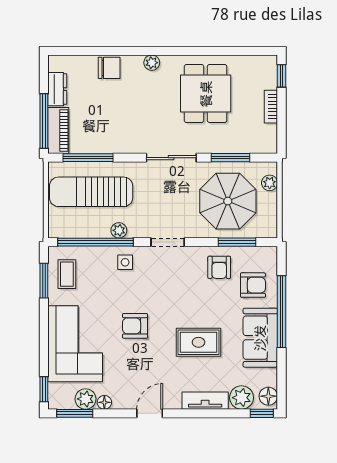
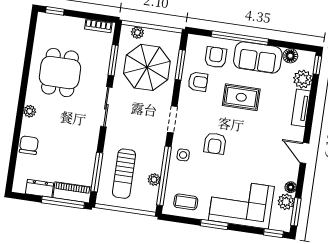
dining table: (206, 94) -> (60, 73), turned 90
bookcase: (271, 107) -> (98, 26), moved
sun lounger: (91, 192) -> (124, 174), width x0.73, depth x0.75
plant: (119, 230) -> (154, 180), moved
window: (44, 281) -> (214, 225), moved
armchair: (135, 326) -> (215, 143), moved
rug: (198, 342) -> (241, 97), moved, turned 90
floor lamp: (268, 396) -> (290, 56), moved

